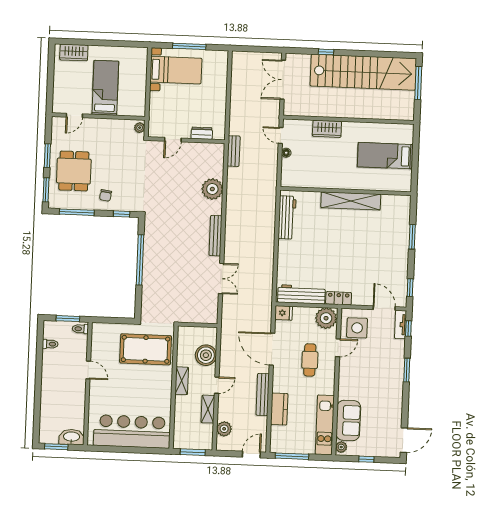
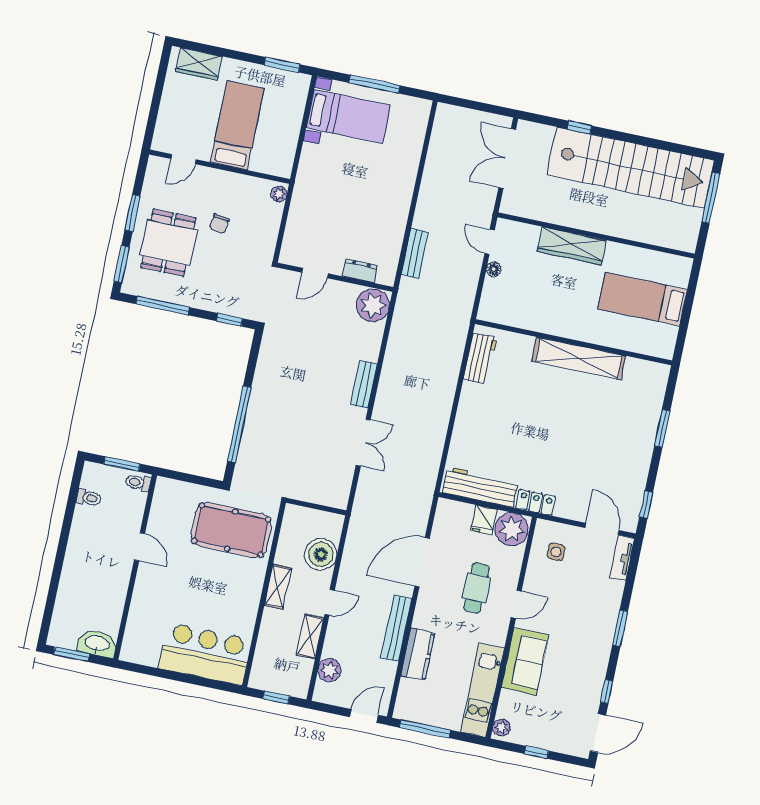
window: (128, 44) -> (282, 65), added
wardrobe: (327, 129) -> (572, 246), width x1.50
dresser: (202, 133) -> (360, 271), moved
door: (173, 140) -> (315, 273), moved
wall: (186, 140) -> (335, 277), moved
chair: (106, 195) -> (219, 224), moved
workbench: (287, 217) -> (480, 358), width x0.73
bench: (215, 236) -> (364, 385), width x0.73
window: (140, 260) -> (239, 424), moved
fridge: (284, 313) -> (484, 520), moved, turned 90
side table: (357, 328) -> (556, 552), width x0.54, depth x0.54
window: (408, 328) -> (607, 691), moved
door: (338, 348) -> (516, 604), moved
door: (272, 349) -> (422, 562), hinge flipped
sofa: (348, 420) -> (525, 661), moved
bar counter: (132, 431) -> (205, 654), width x0.73
window: (193, 452) -> (276, 697), width x0.67

